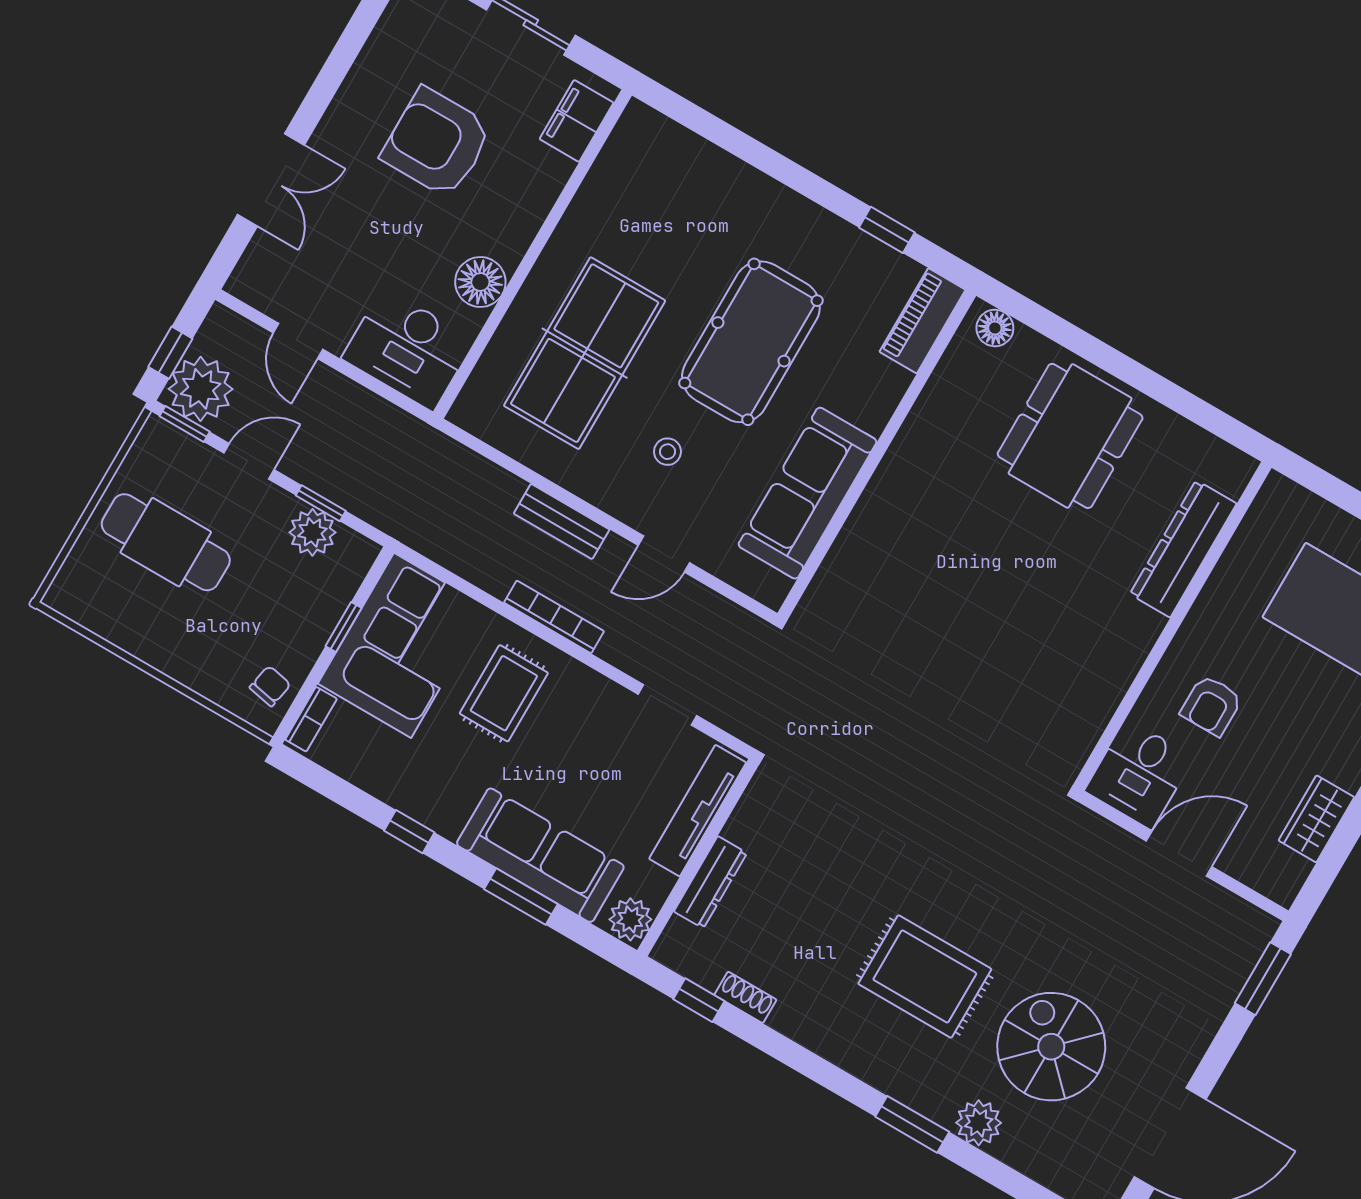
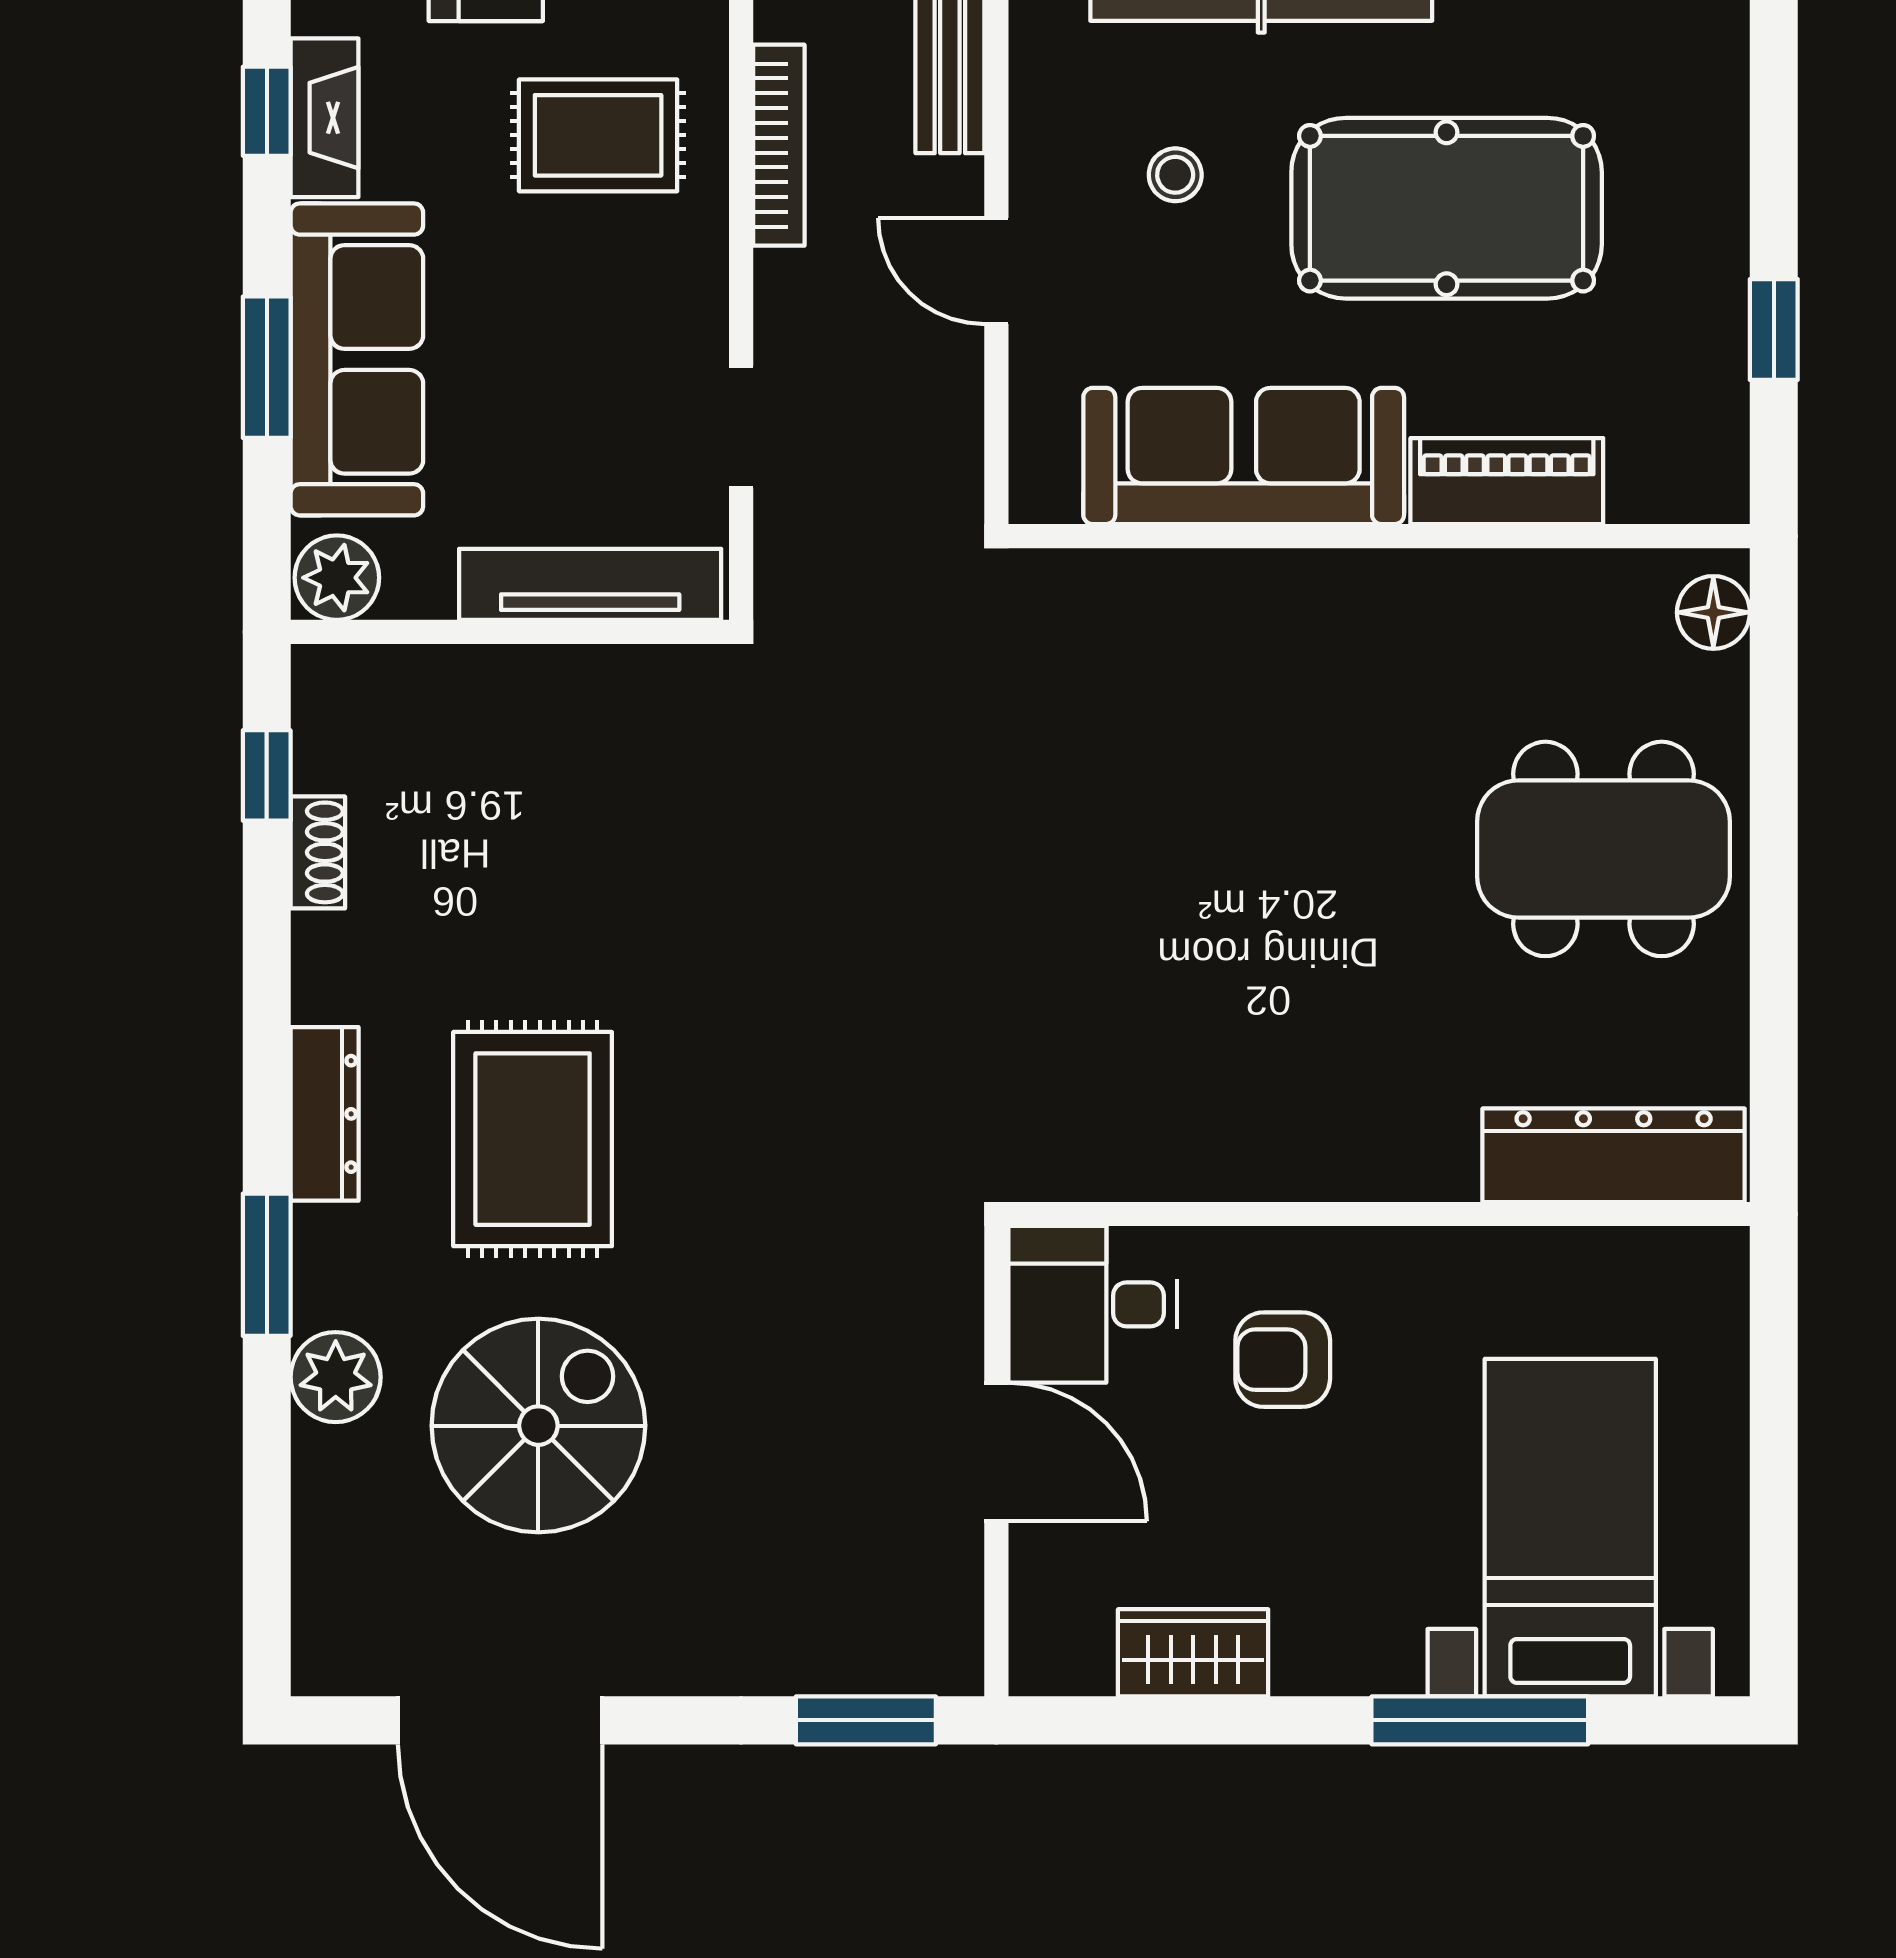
piano: (922, 321) -> (1507, 481), moved
dresser: (1183, 549) -> (1614, 1155), moved
fireplace: (427, 808) -> (324, 118), added
dresser: (710, 882) -> (325, 1114), moved, turned -90

